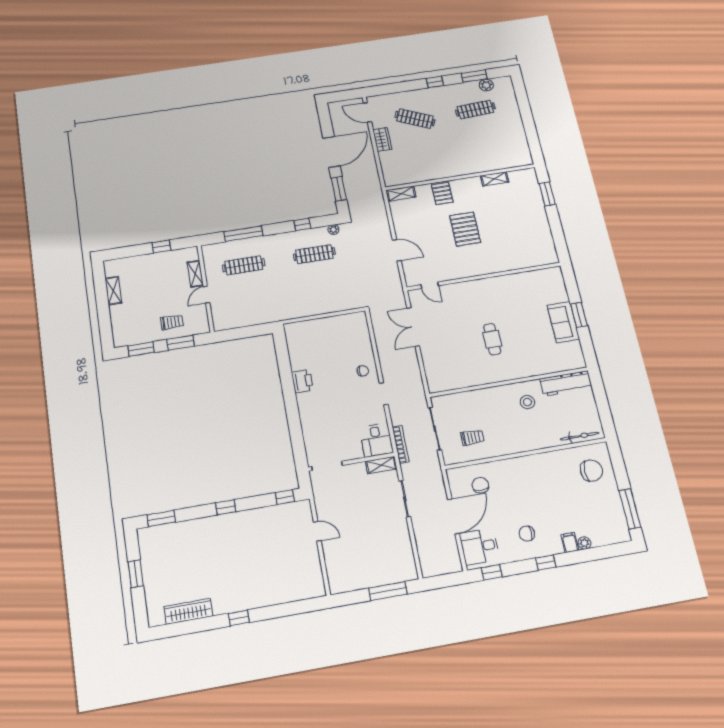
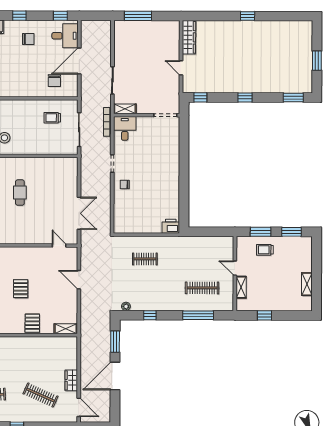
pallet: (465, 229) -> (21, 289), width x0.67, depth x0.71
clothes rail: (314, 254) -> (145, 259), moved, width x0.73
door: (206, 295) -> (235, 268), swing flipped
printer: (302, 381) -> (171, 226), moved, turned 90
wardrobe: (188, 611) -> (189, 37), moved, turned -90

